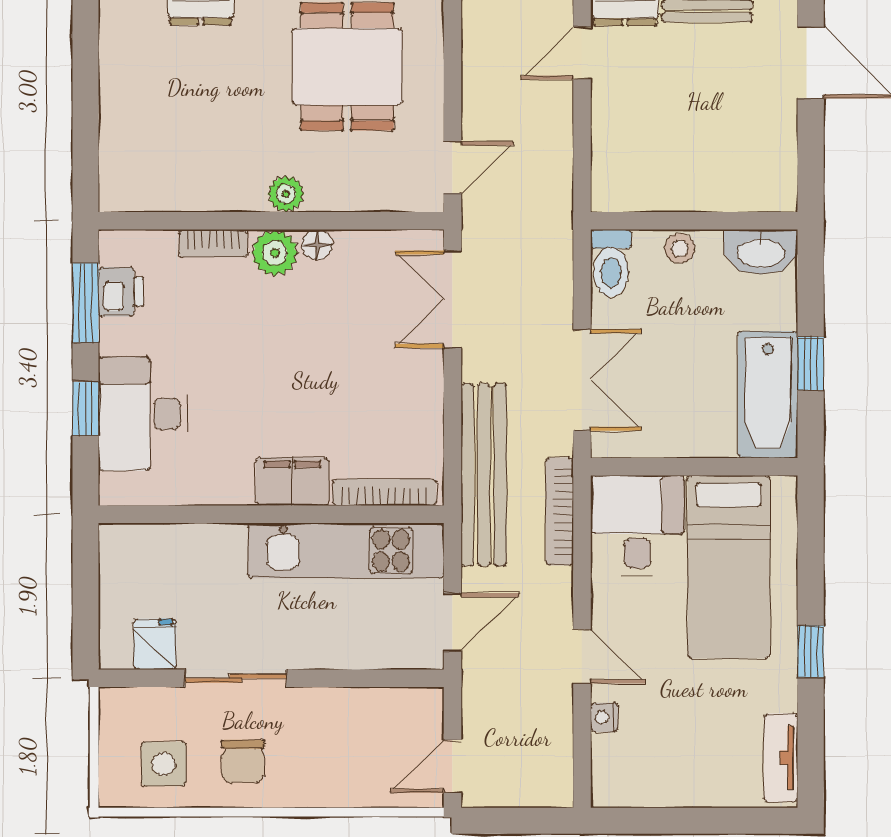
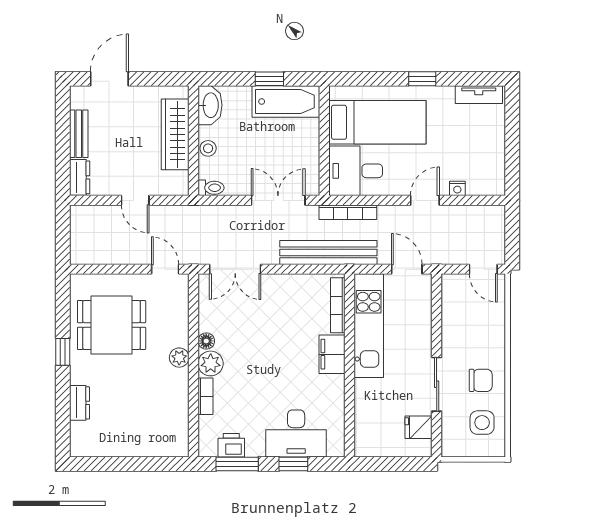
door: (582, 53) -> (135, 200), moved
wardrobe: (706, 186) -> (175, 134), added
toilet: (611, 263) -> (211, 188), width x0.73, depth x0.72

